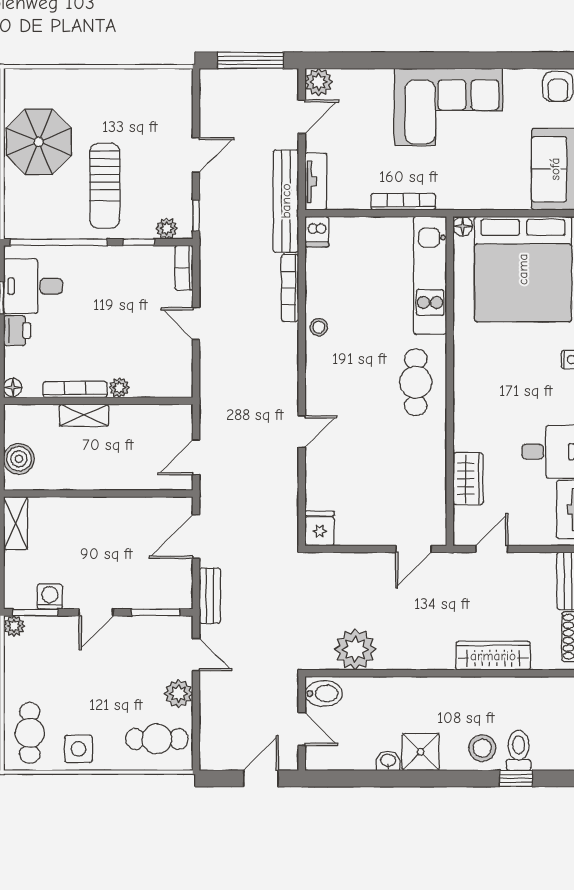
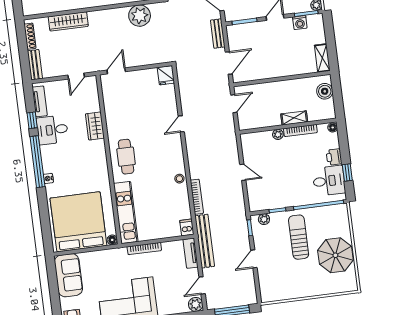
bookcase: (184, 268) -> (253, 200), removed
wardrobe: (468, 479) -> (95, 126), moved

